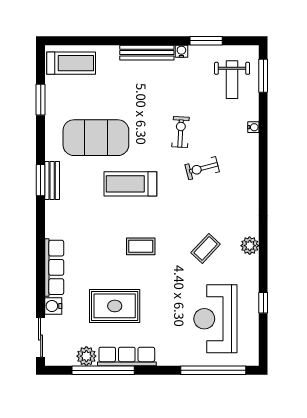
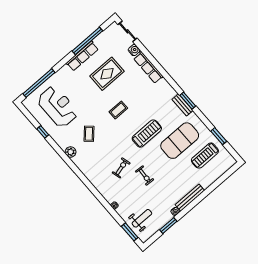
treadmill: (71, 63) -> (205, 156), moved
weight bench: (232, 80) -> (142, 218), turned 90
plant: (86, 356) -> (100, 41), removed

